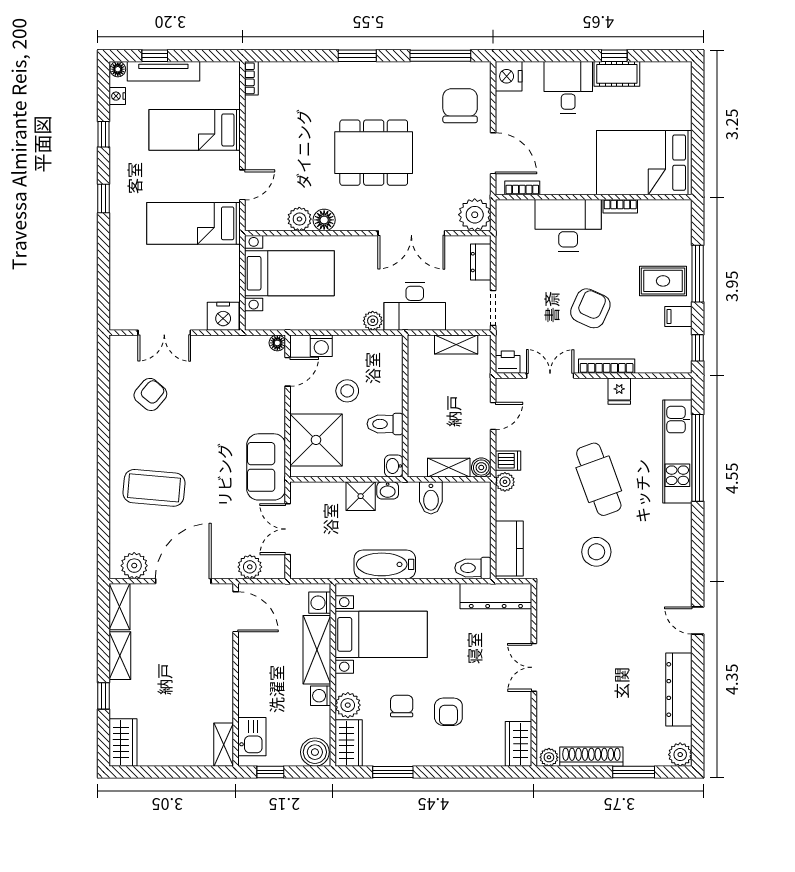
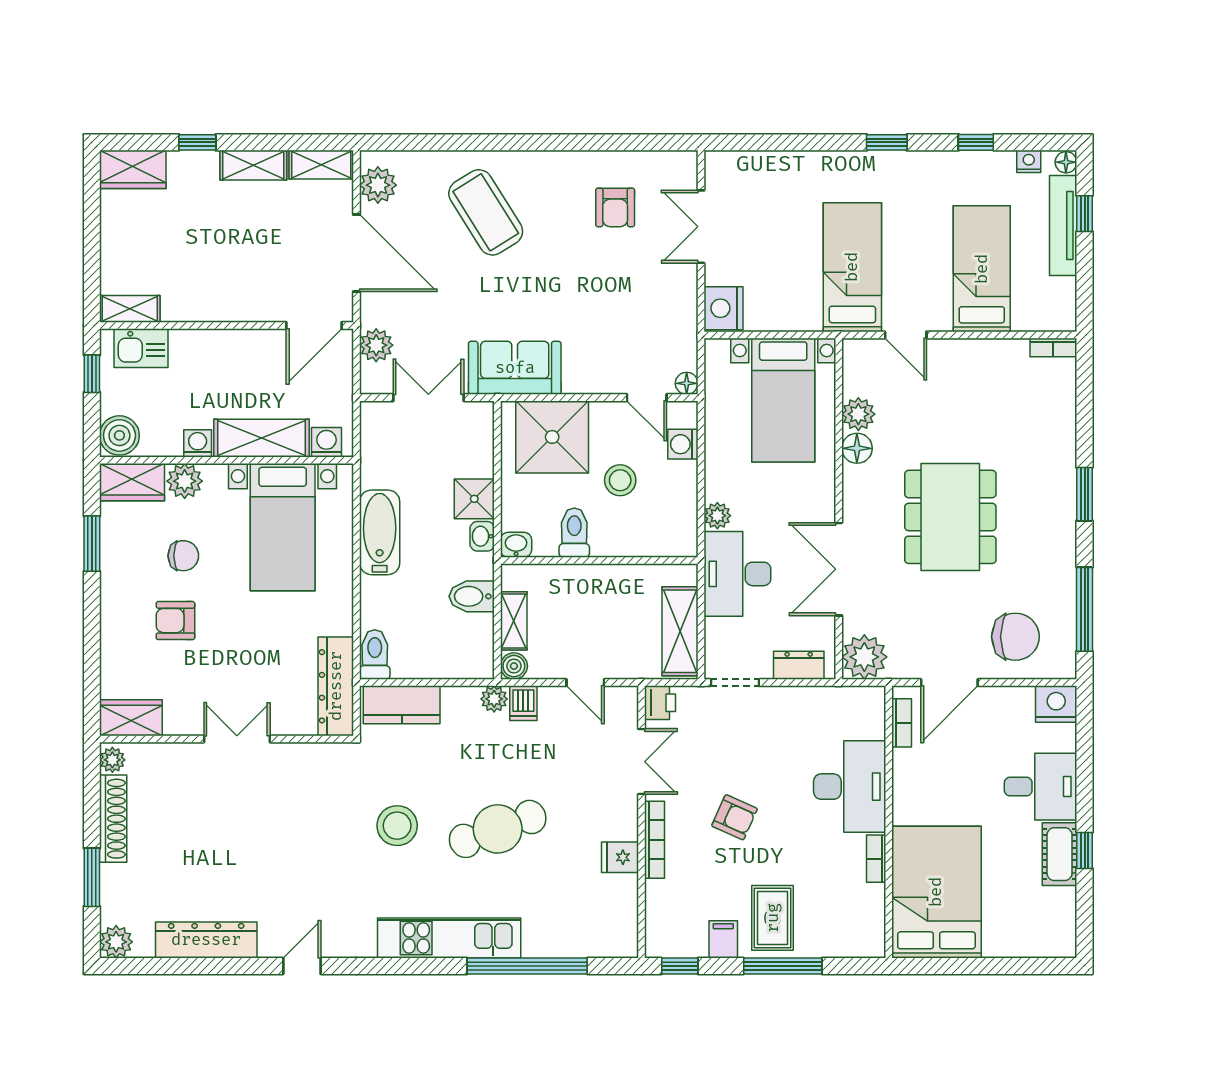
armchair: (590, 308) -> (735, 817), width x0.72, depth x0.72
shelving: (456, 345) -> (680, 631), width x1.50, depth x1.33
armchair: (150, 394) -> (615, 207), turned 50
kitchen unit: (677, 452) -> (449, 938), moved
coffee table: (154, 488) -> (486, 212), turned -37

